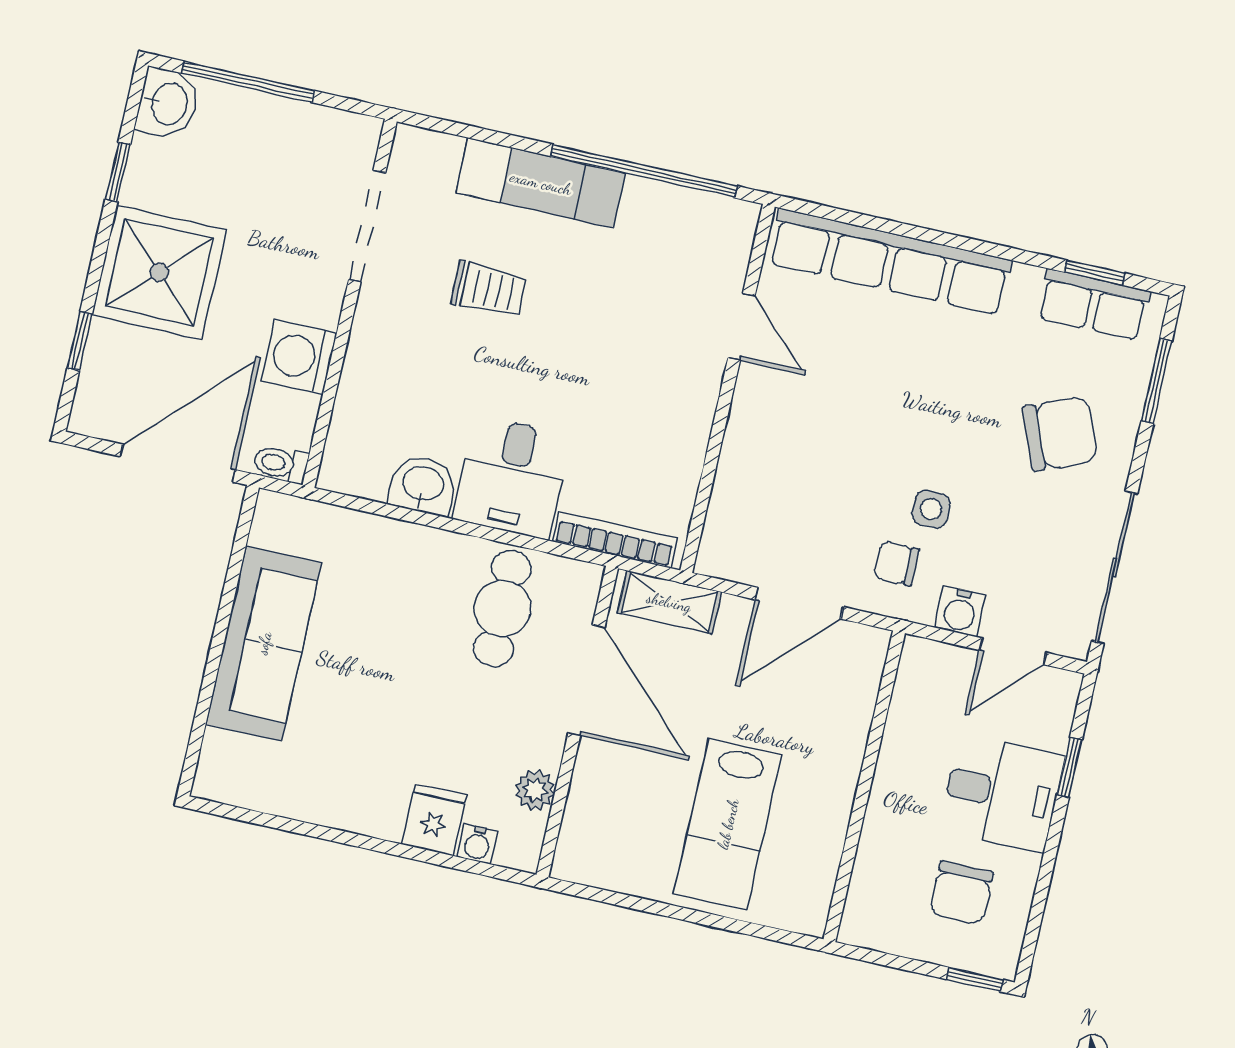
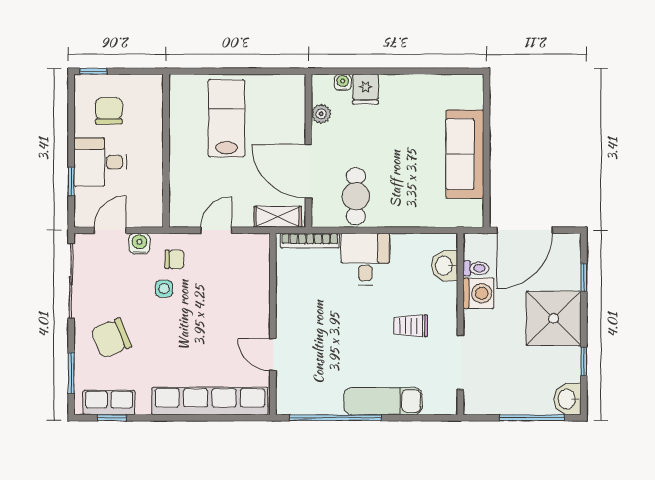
trolley: (489, 289) -> (411, 326), moved
toilet: (281, 464) -> (476, 268), moved
washbasin: (423, 485) -> (445, 266), moved, turned 90
door: (799, 603) -> (216, 230), width x0.73

